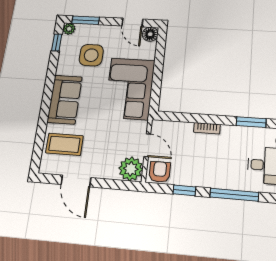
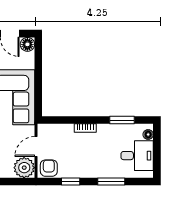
door: (147, 145) -> (36, 147), swing flipped
window: (234, 195) -> (111, 182), width x0.69

